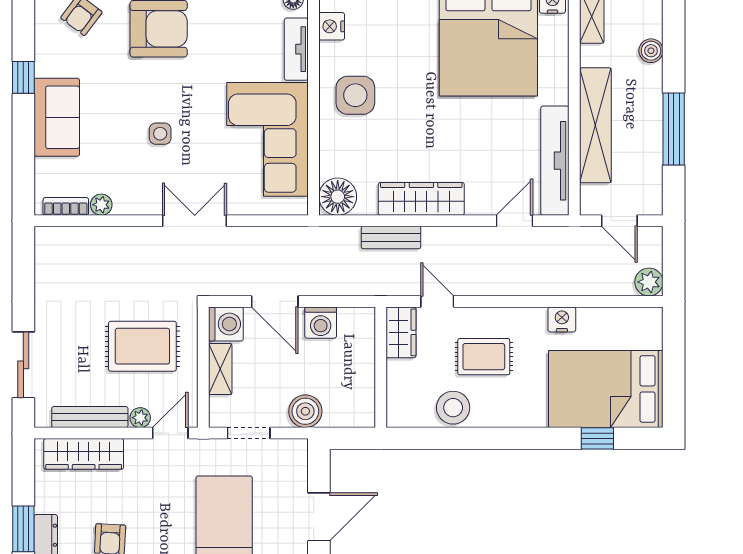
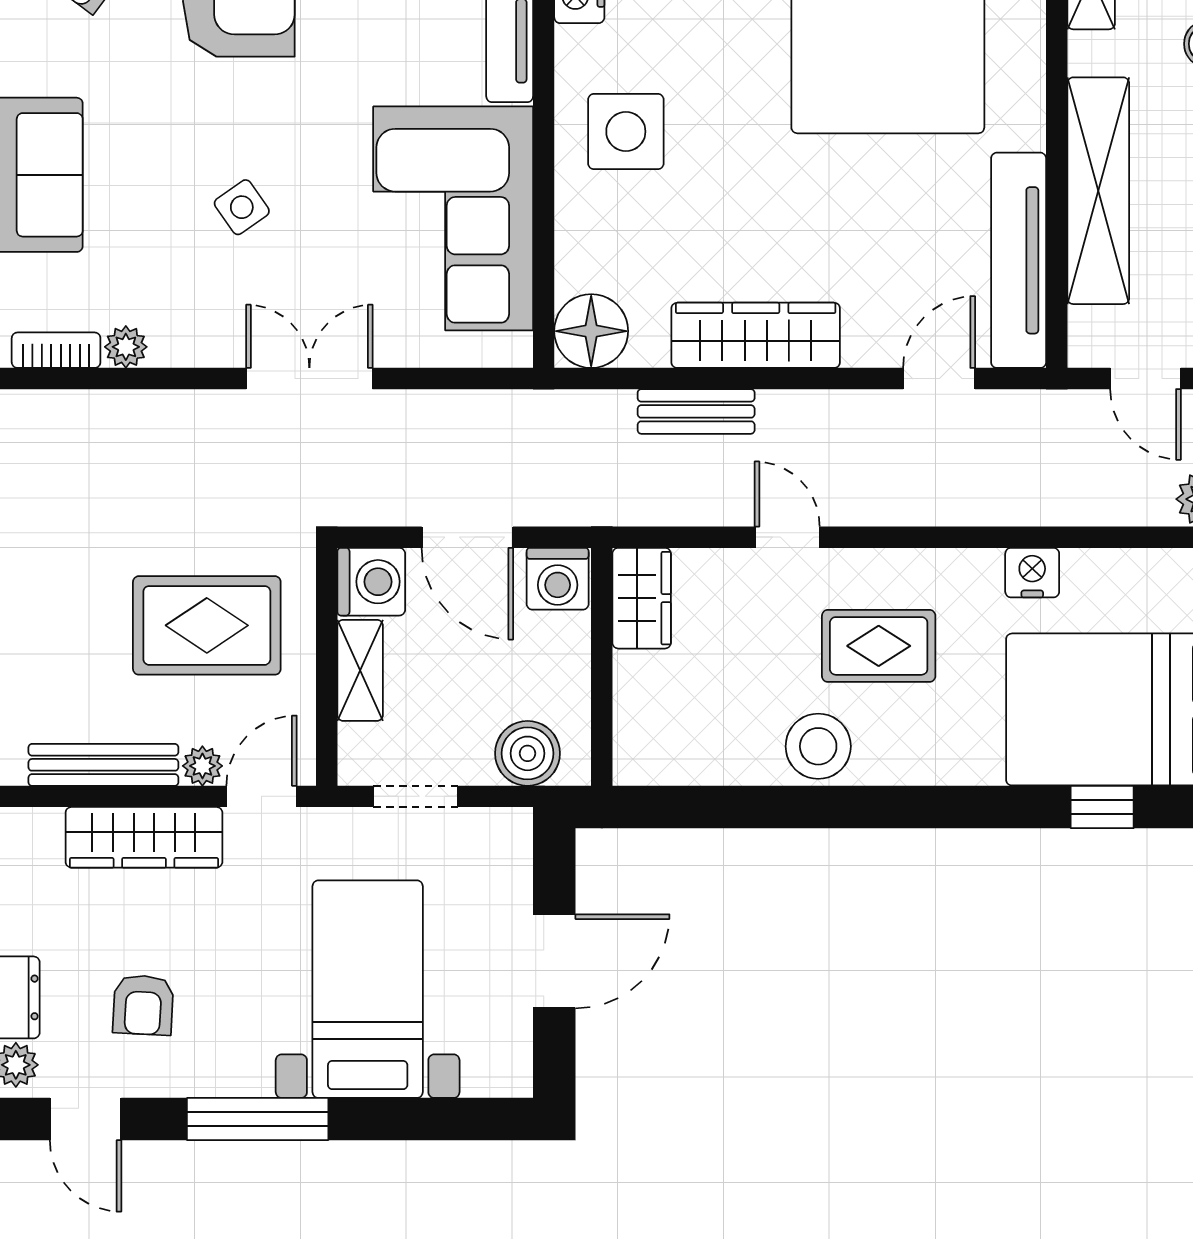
side table: (160, 134) -> (242, 207), turned -35
wardrobe: (401, 332) -> (642, 598), moved
wall: (381, 367) -> (602, 667), moved
wardrobe: (84, 454) -> (144, 837), moved

